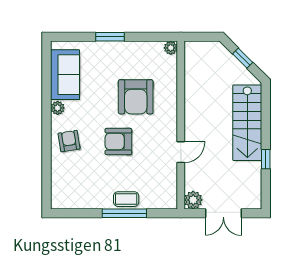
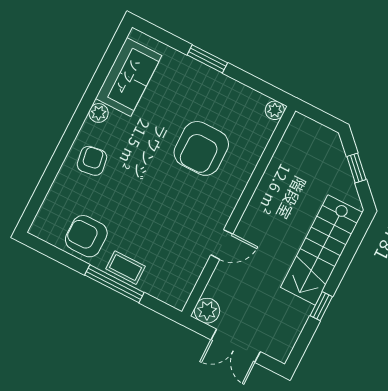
armchair: (118, 142) -> (86, 236), moved

